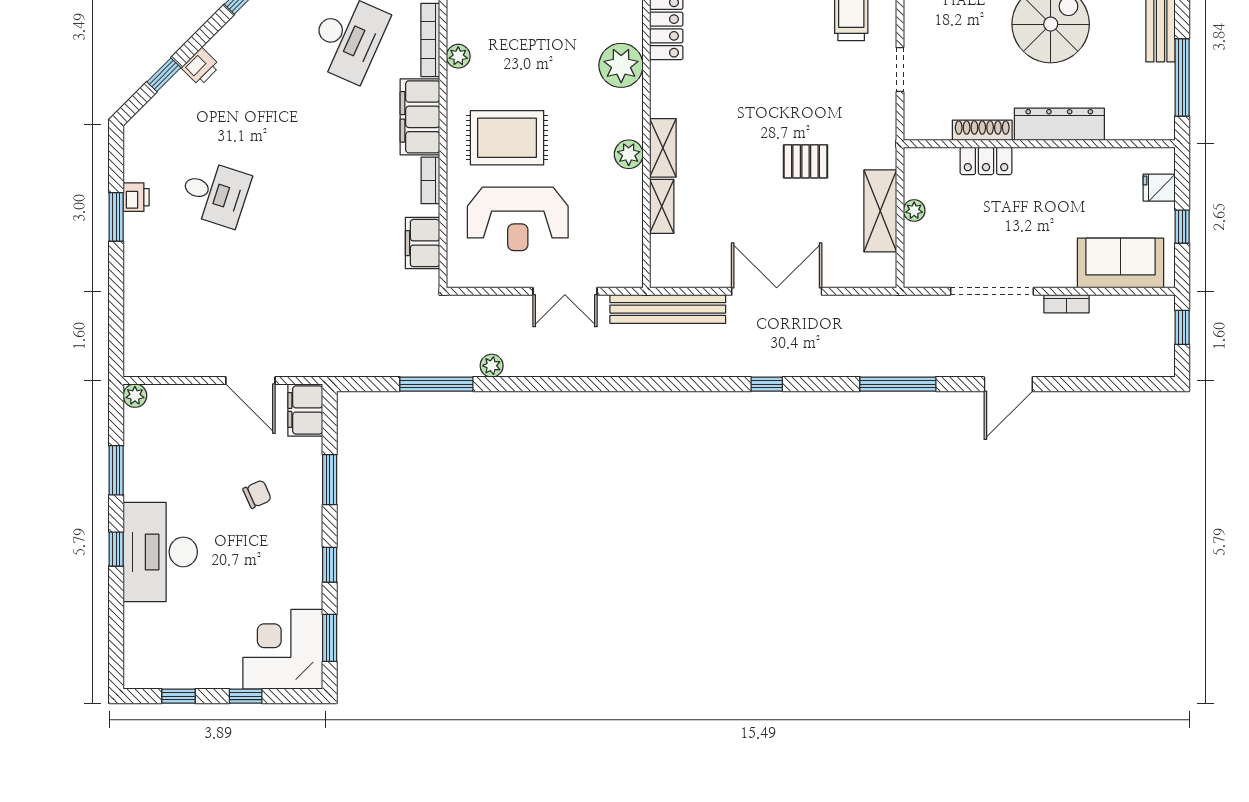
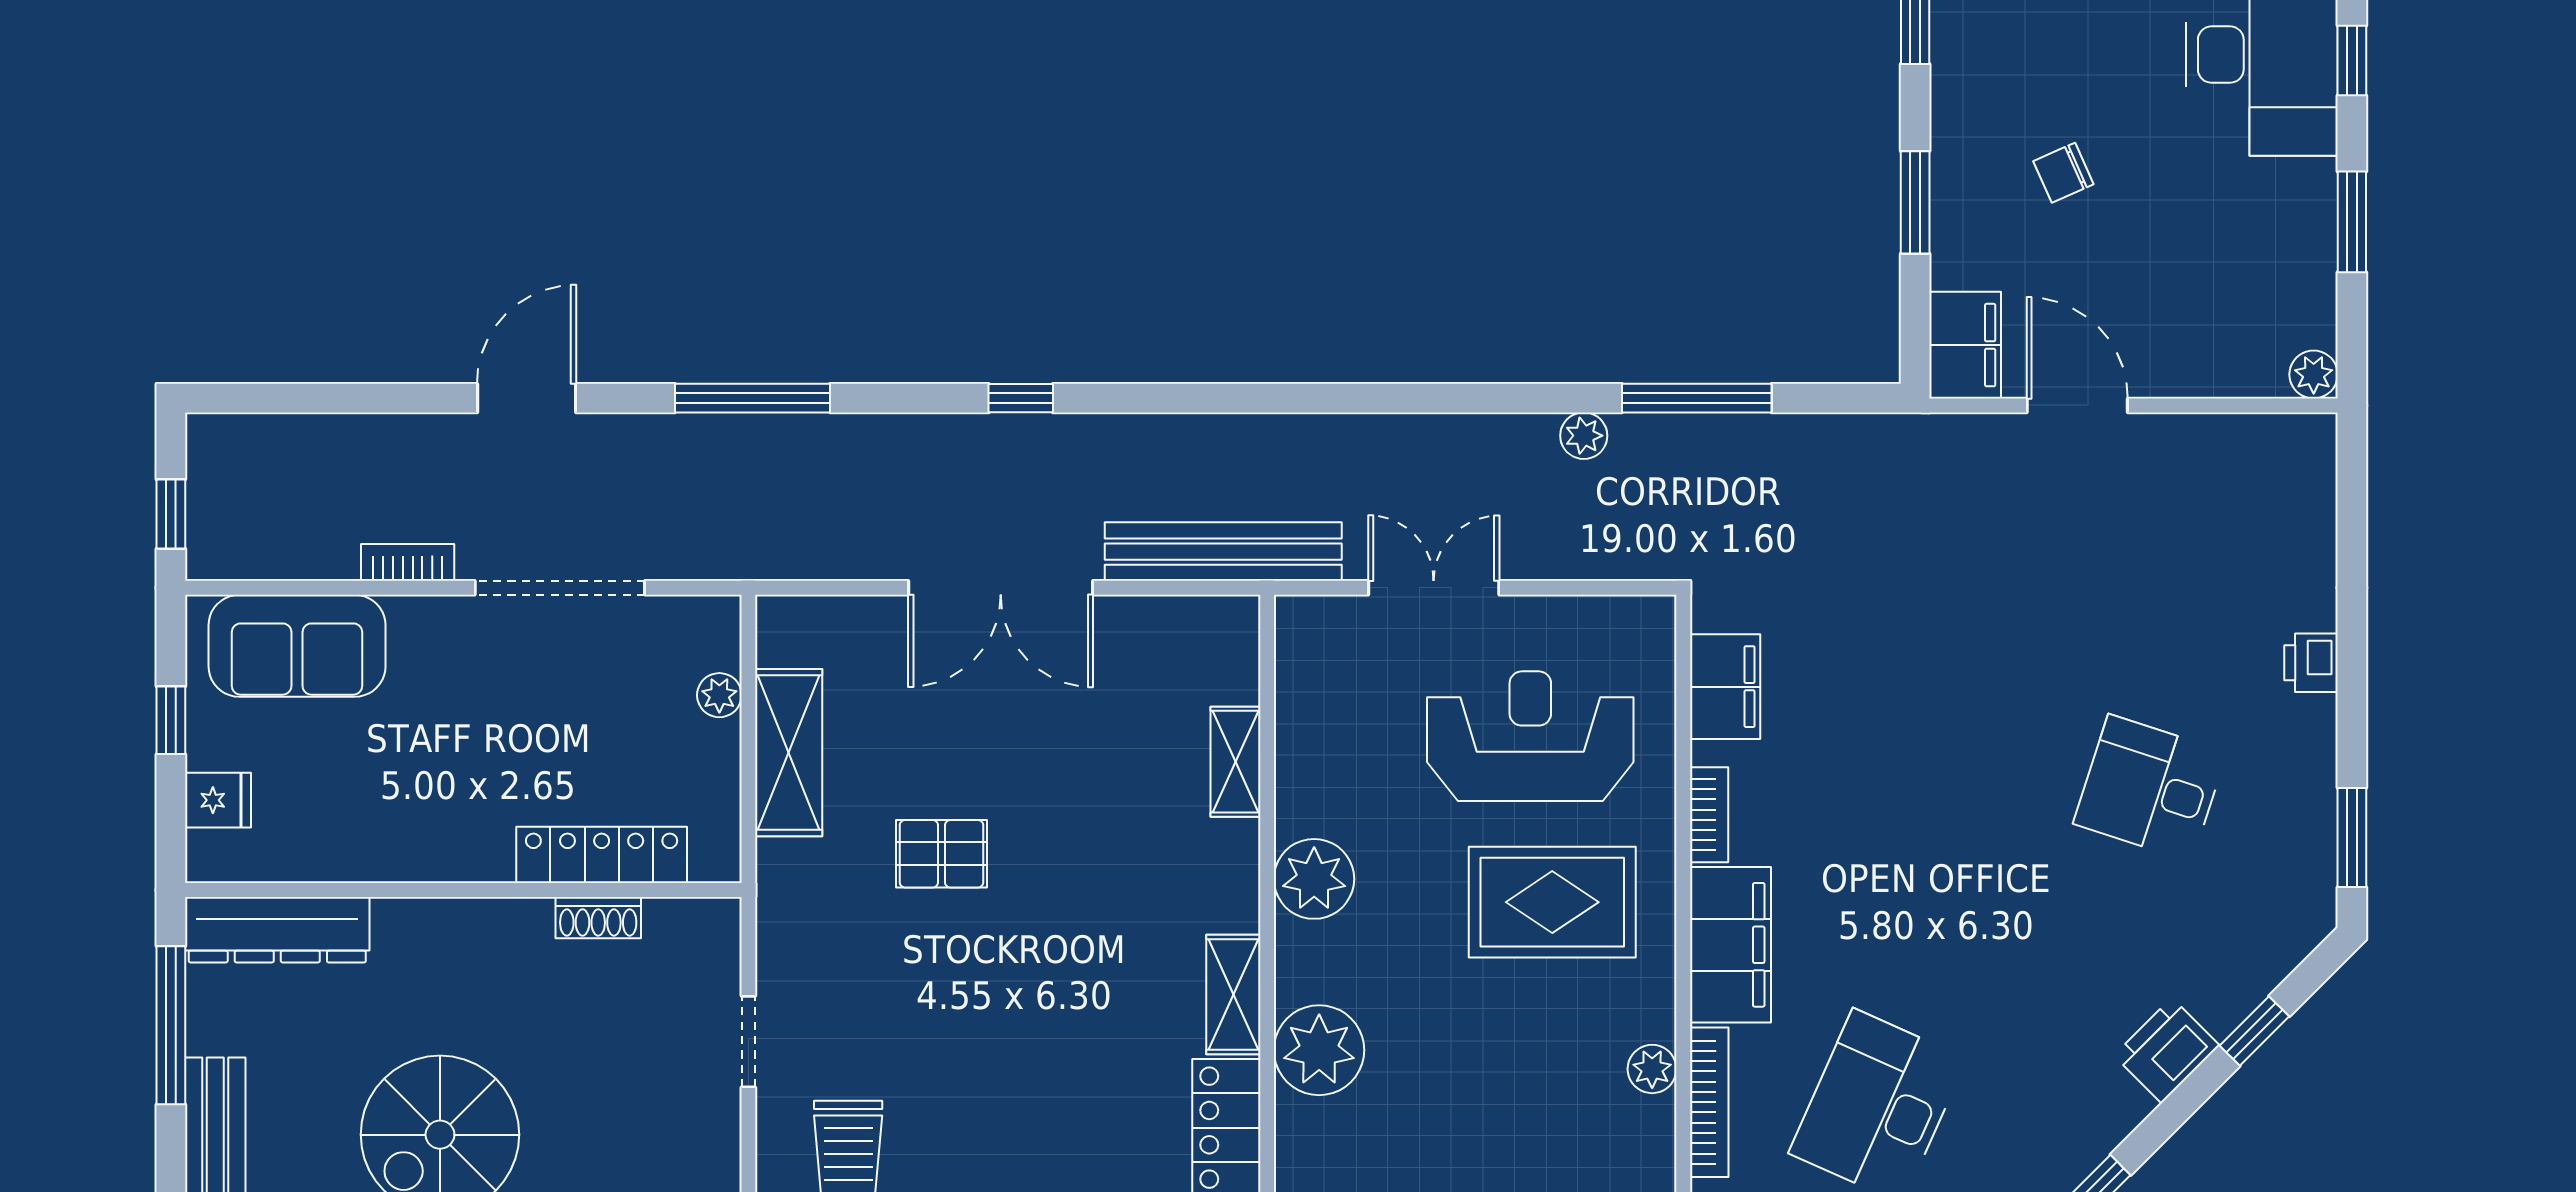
printer: (201, 67) -> (2167, 1050), width x1.36, depth x1.24
dresser: (1059, 124) -> (277, 930), moved
shoe rack: (982, 130) -> (598, 918), width x0.70
shelving: (663, 148) -> (1233, 994), moved
plant: (629, 154) -> (1314, 879), width x1.36, depth x1.36
locker: (986, 161) -> (602, 855), width x1.53
printer: (136, 197) -> (2311, 663), moved
plant: (914, 210) -> (719, 695), moved
window: (116, 217) -> (2352, 838), moved

